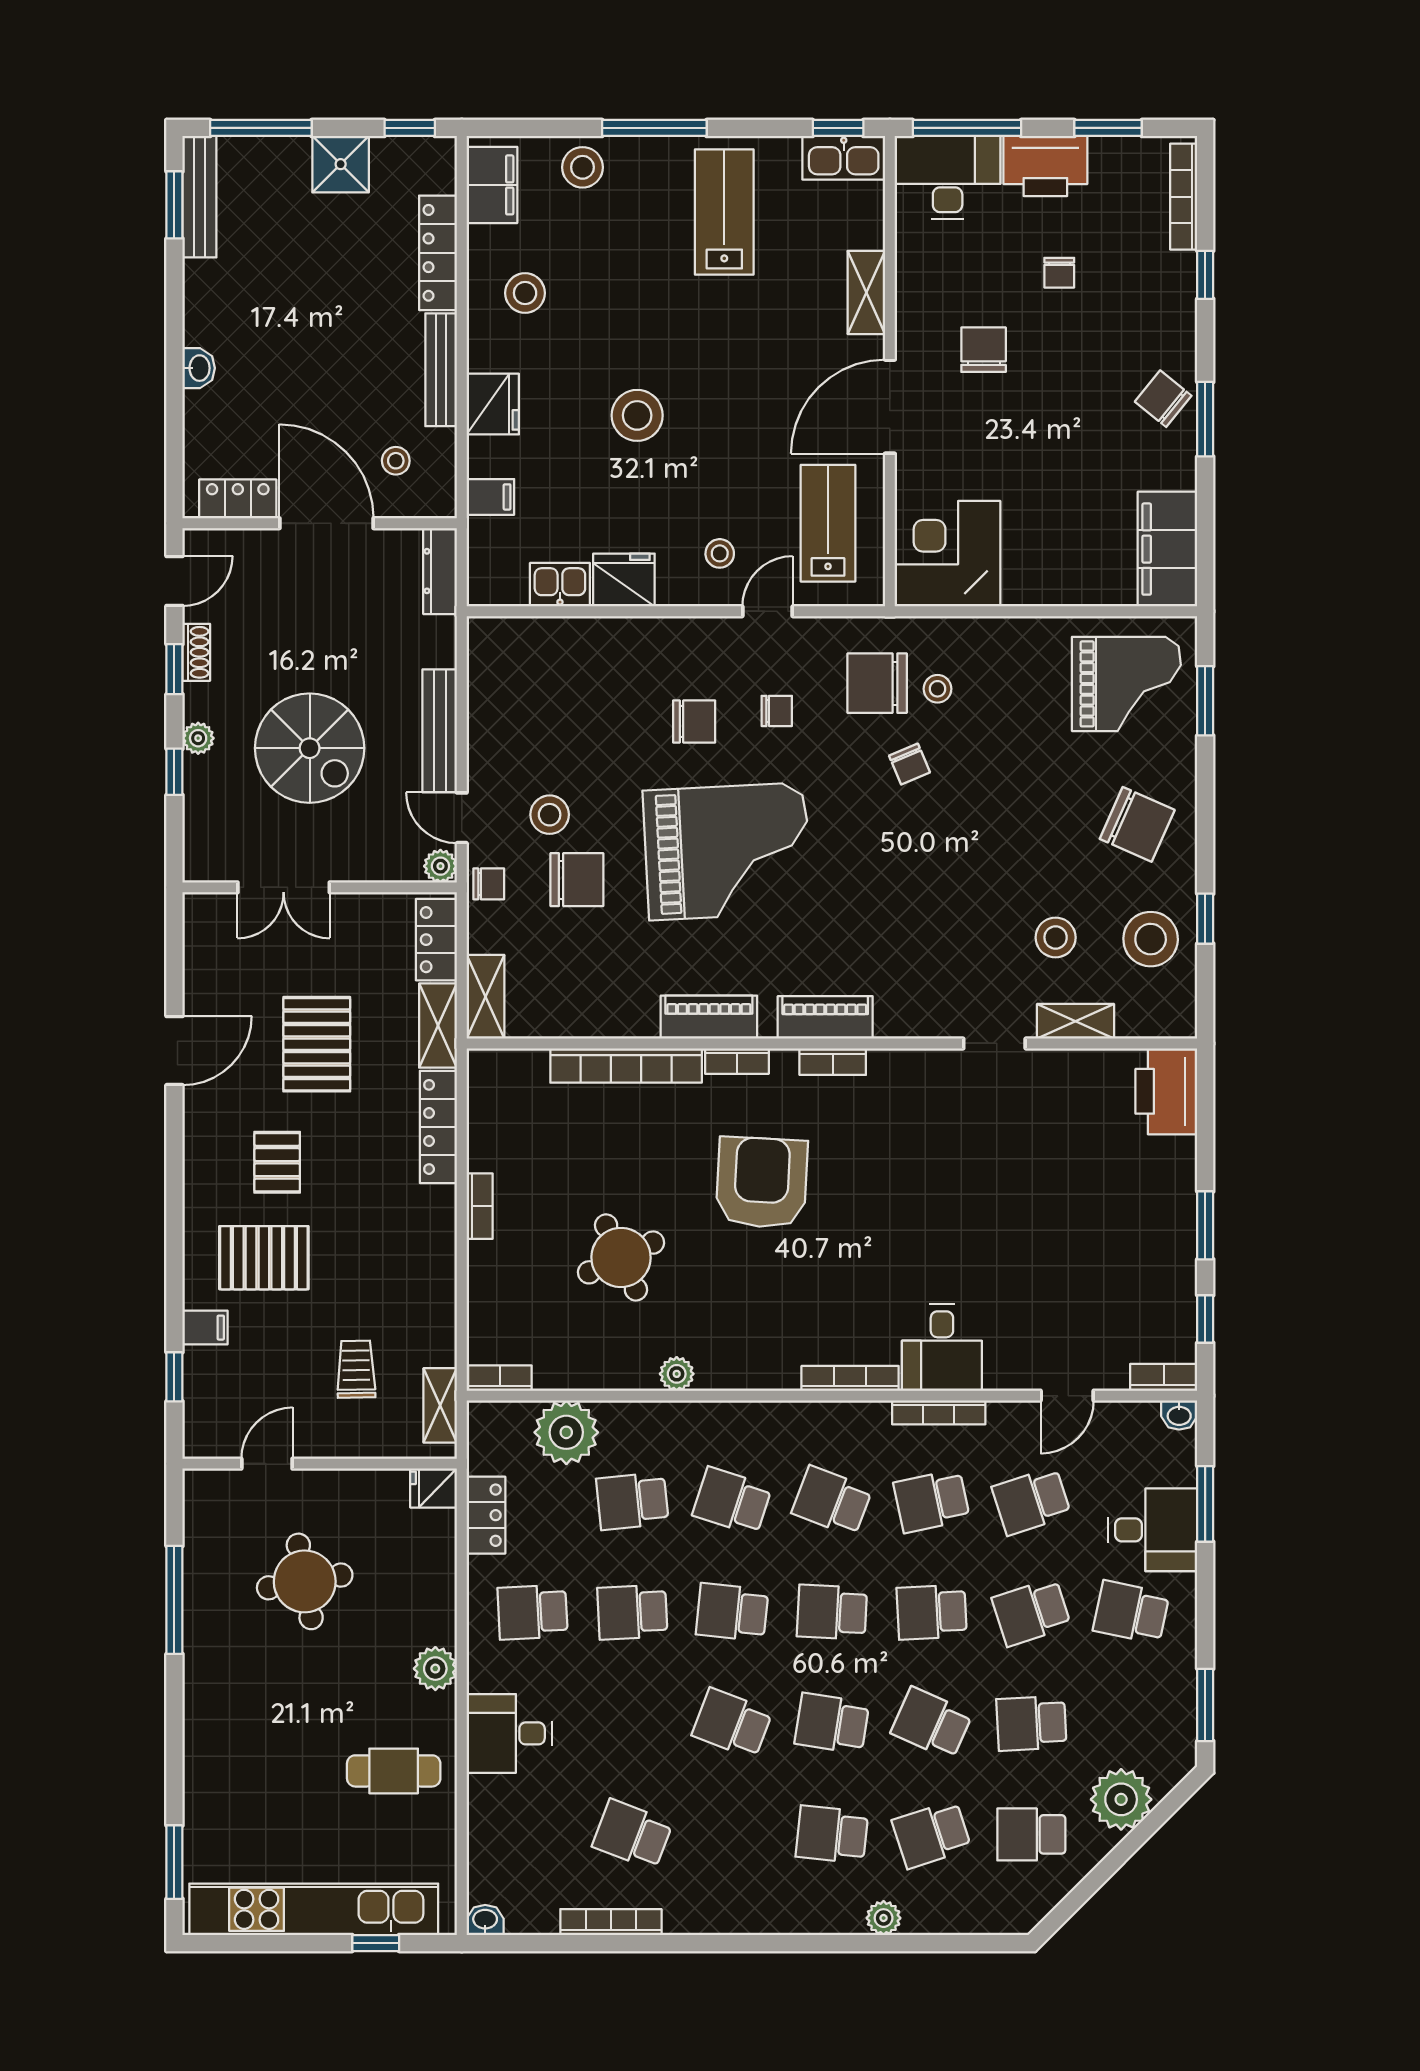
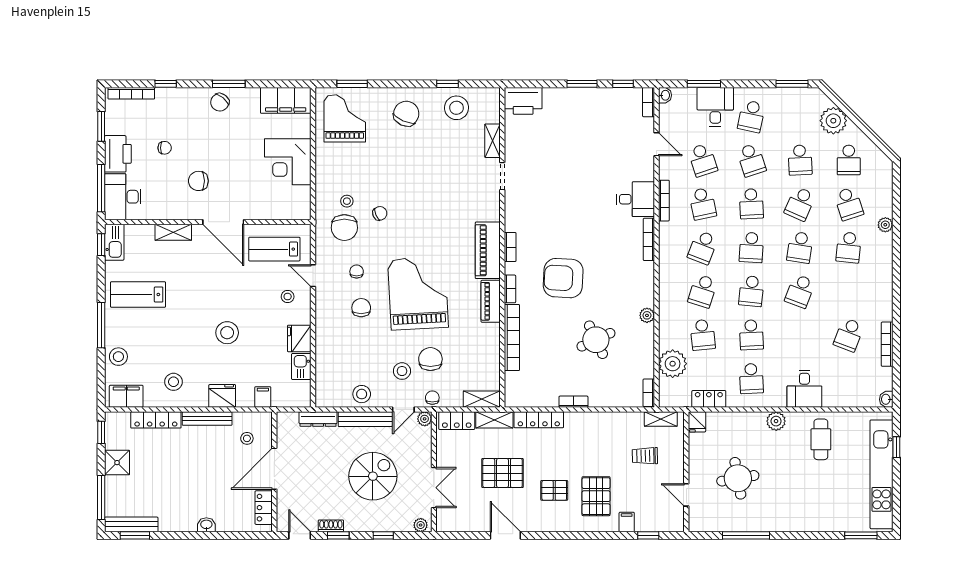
corner desk: (947, 554) -> (288, 162), moved
dresser: (440, 571) -> (318, 419), moved
plant: (198, 738) -> (421, 525), moved
stool: (1056, 937) -> (362, 394), moved
piano: (825, 1017) -> (488, 250), width x1.37, depth x1.33

